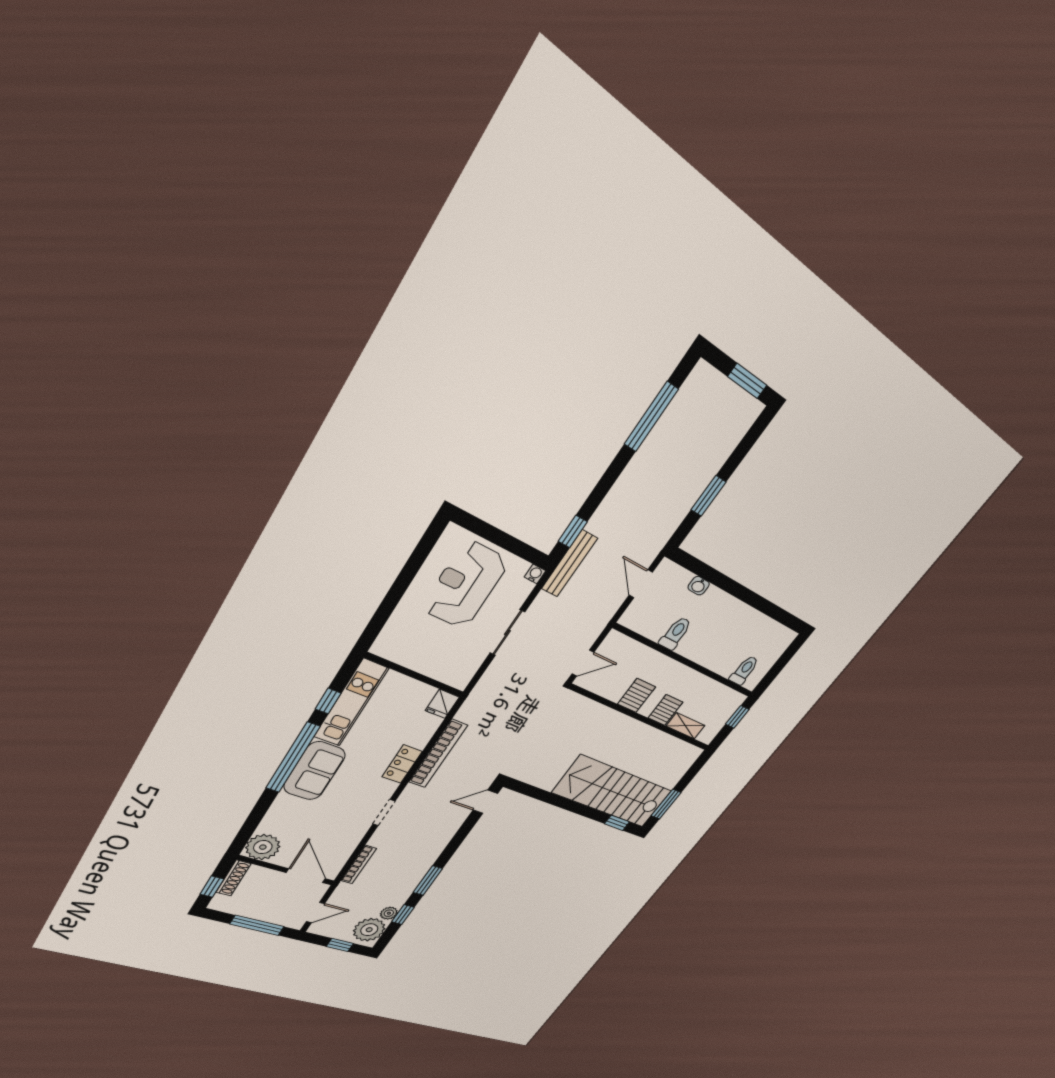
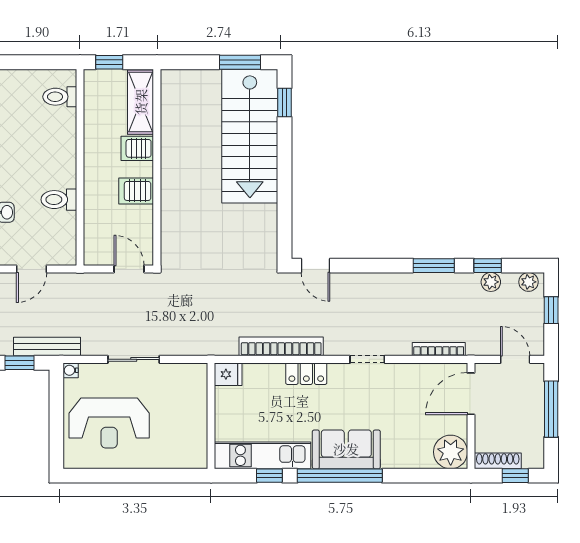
shelving: (686, 726) -> (141, 102), width x1.50, depth x1.33
plant: (369, 930) -> (529, 282), width x0.53, depth x0.53

